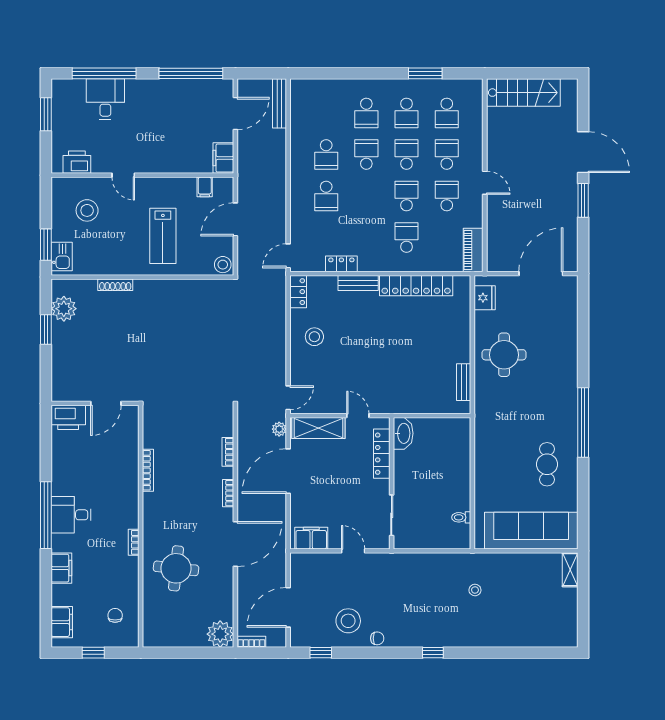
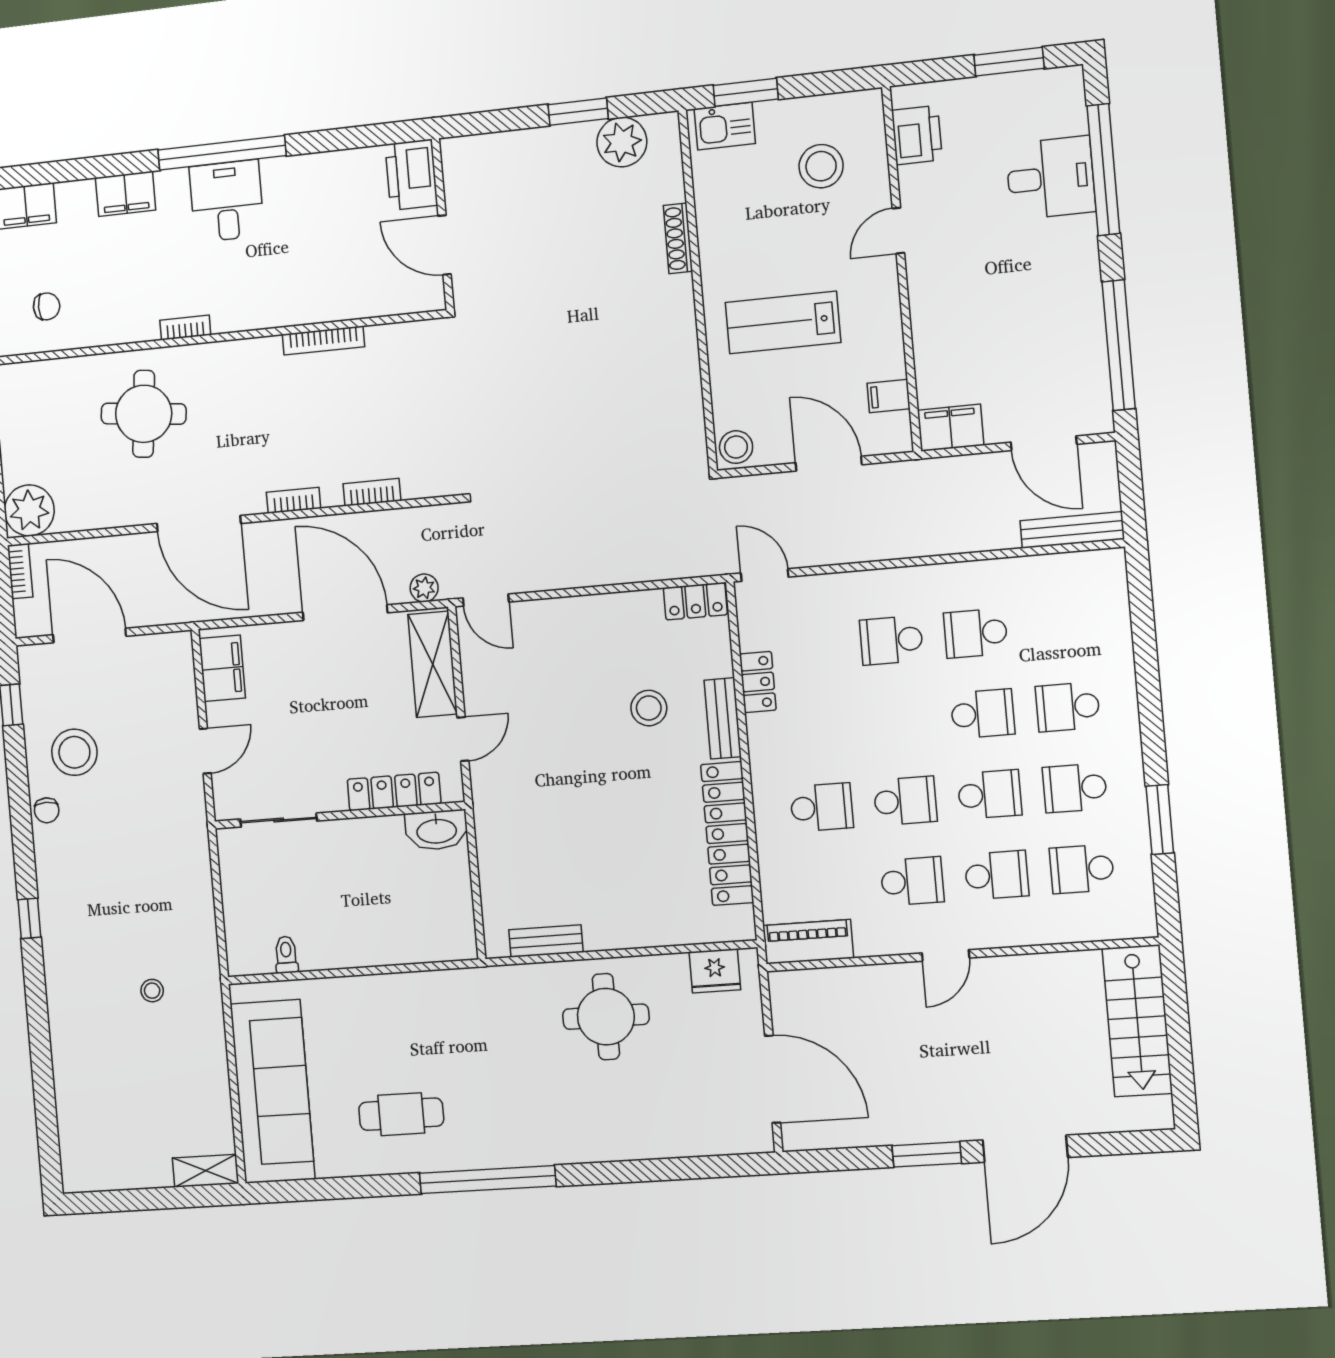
stool: (314, 337) -> (649, 708), moved

